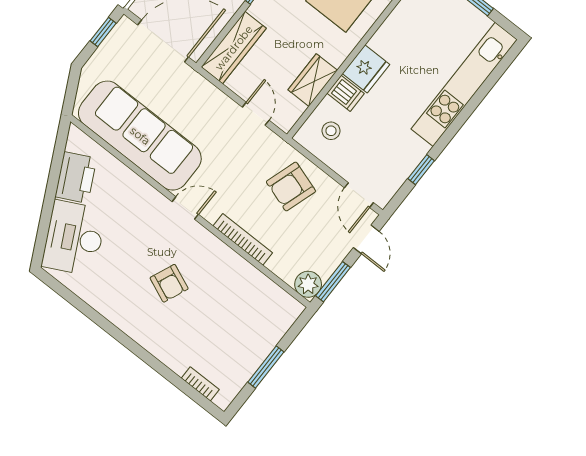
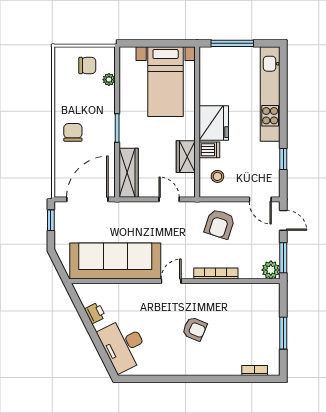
fridge: (366, 69) -> (214, 123), width x1.36, depth x1.34
printer: (76, 177) -> (95, 313), width x0.53, depth x0.68

